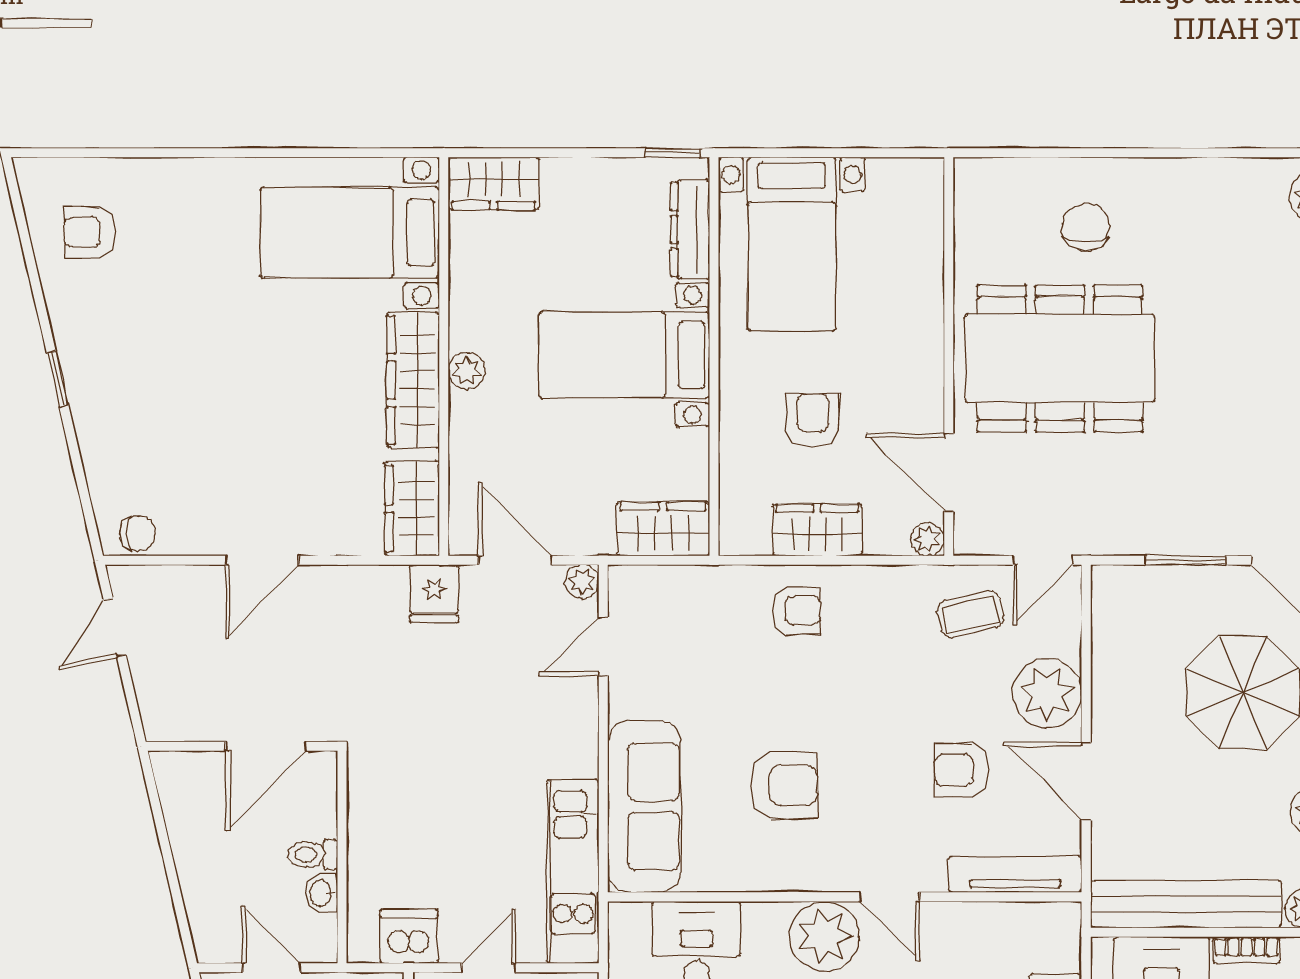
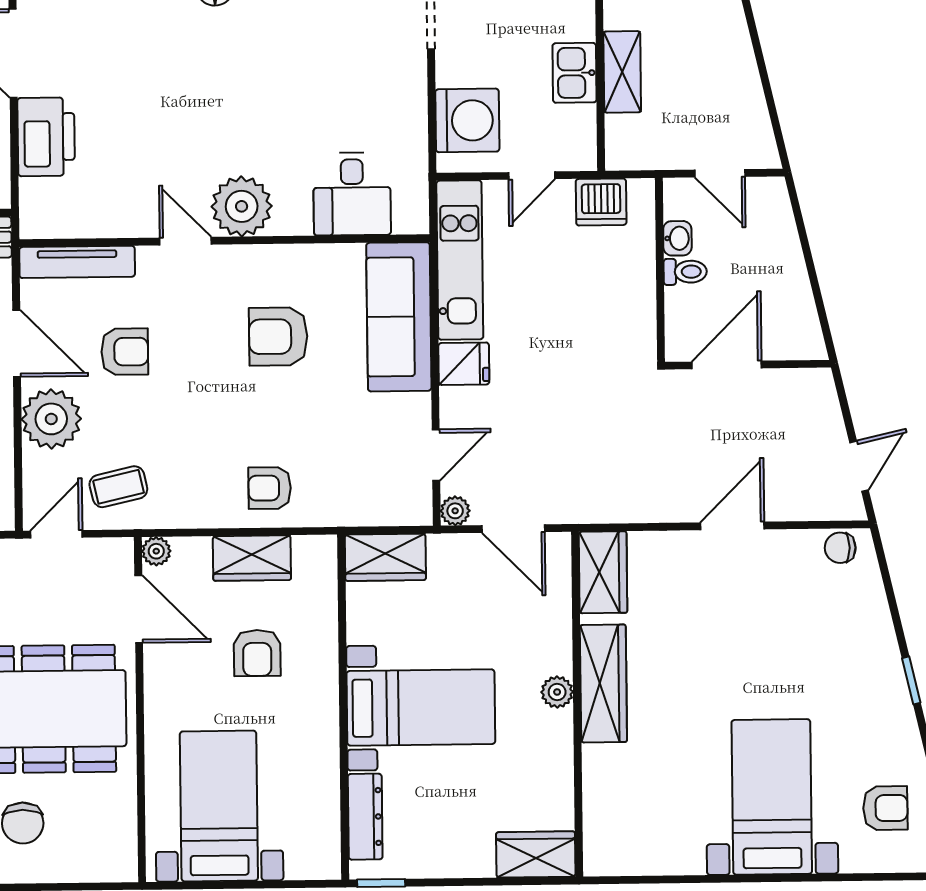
bed with nightstands: (350, 233) -> (772, 797), moved, turned -90
bed with nightstands: (792, 244) -> (219, 806), moved
fridge: (434, 594) -> (464, 364), moved, turned 90

